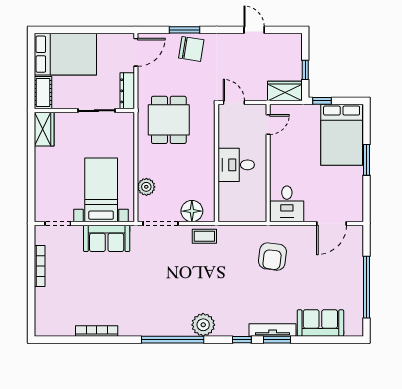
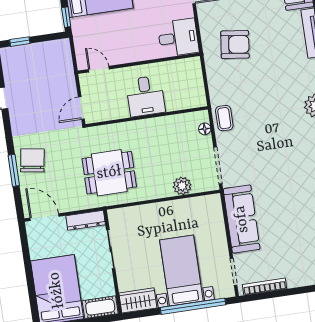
window: (305, 70) -> (20, 42), moved
wardrobe: (285, 91) -> (62, 57), removed
window: (31, 180) -> (193, 306), added
bed with nightstands: (101, 190) -> (181, 271), moved, turned 90
floor lamp: (192, 211) -> (205, 129), width x0.53, depth x0.53
sofa: (107, 238) -> (242, 219), width x1.36
bookcase: (40, 266) -> (265, 287), moved

